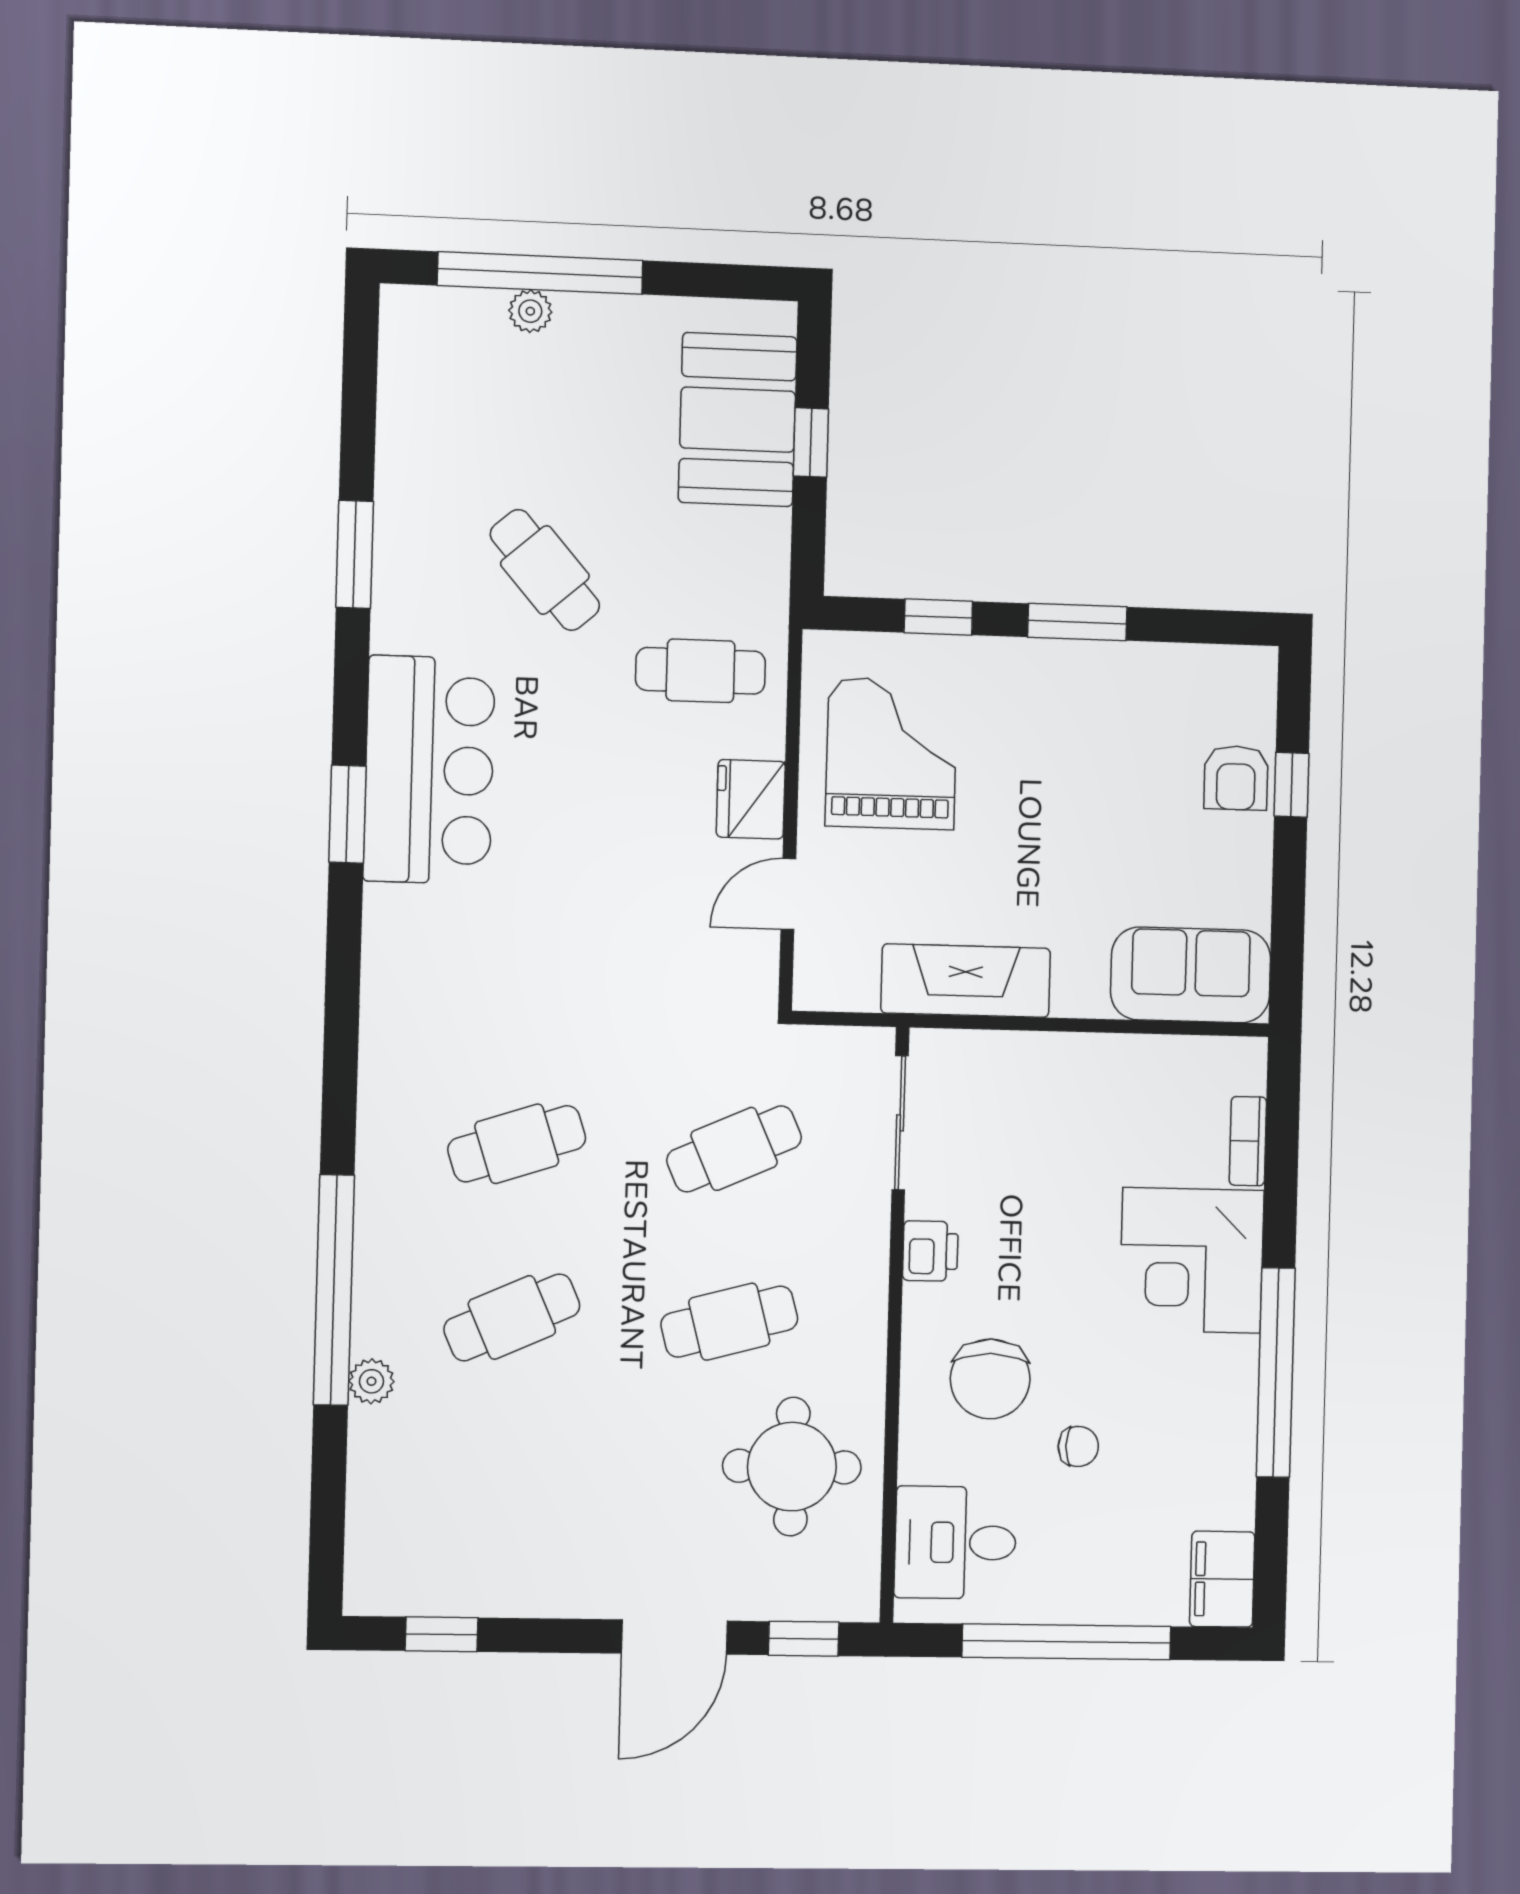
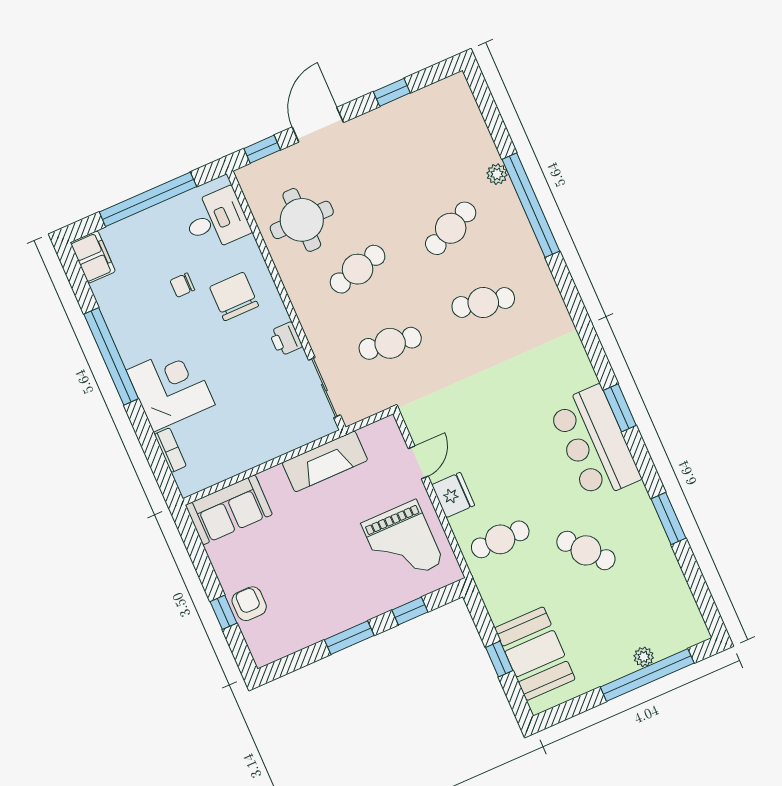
cafe table: (517, 1144) -> (483, 302), turned 30
cafe table: (734, 1149) -> (390, 343), turned 33
window: (442, 1634) -> (392, 92), moved

